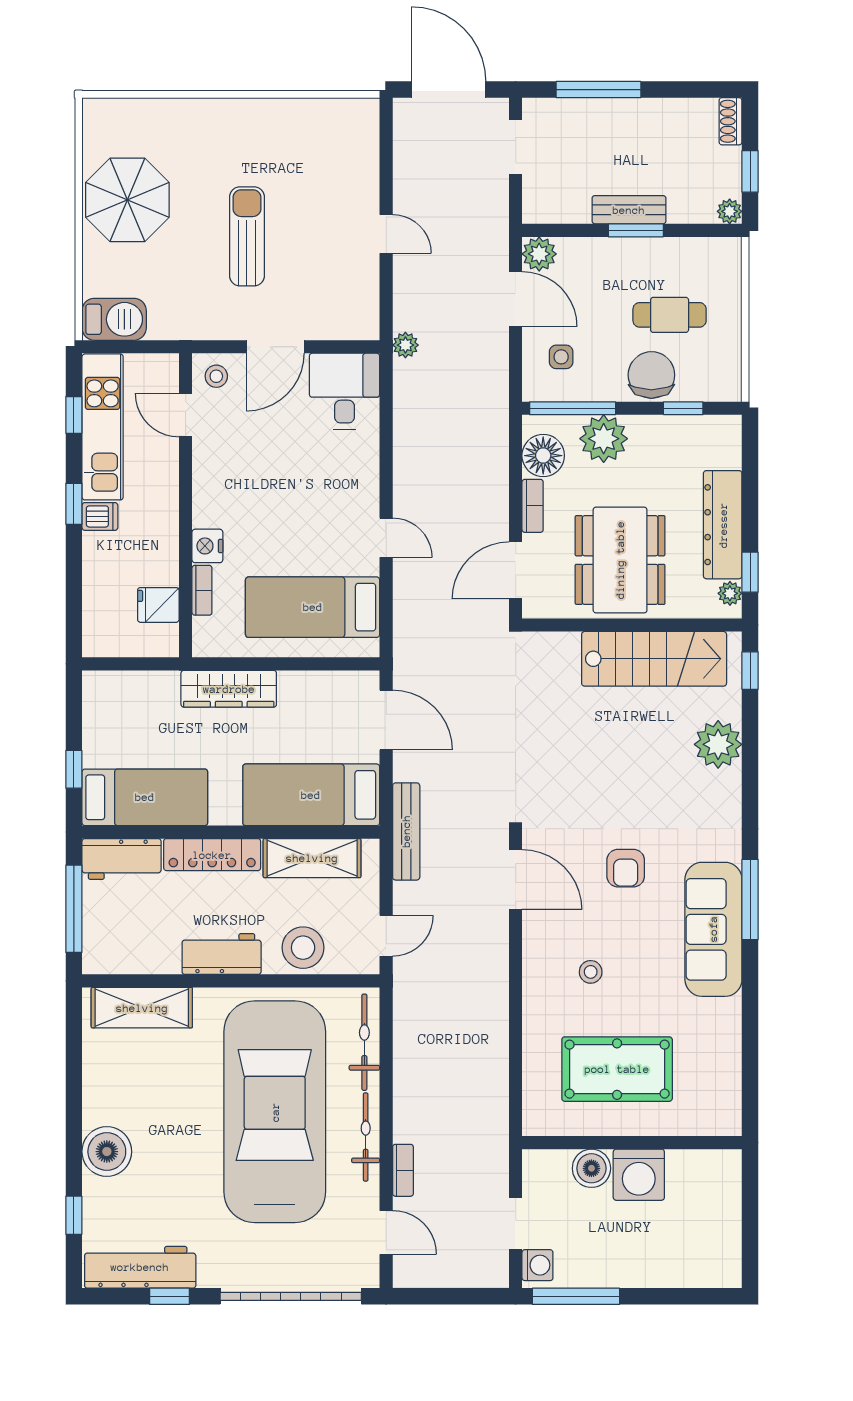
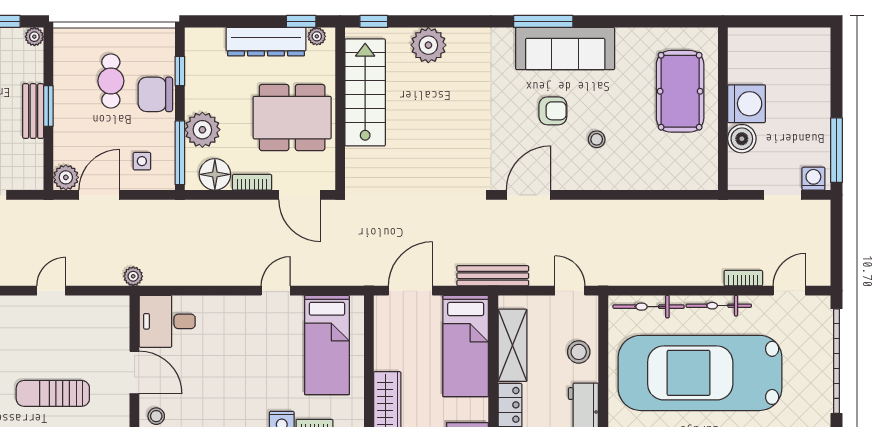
armchair: (626, 868) -> (553, 111), moved
stool: (303, 948) -> (579, 352), width x0.73, depth x0.73
pool table: (617, 1069) -> (680, 91), moved

